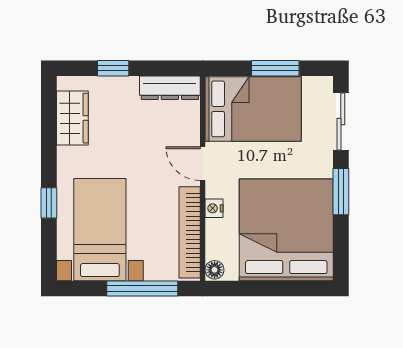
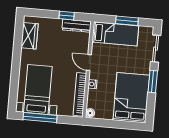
window: (113, 68) -> (67, 16), moved
bed: (253, 109) -> (115, 34), width x0.67
window: (49, 203) -> (15, 75), removed
bed: (286, 230) -> (131, 98), width x0.73
window: (142, 289) -> (40, 117), moved

